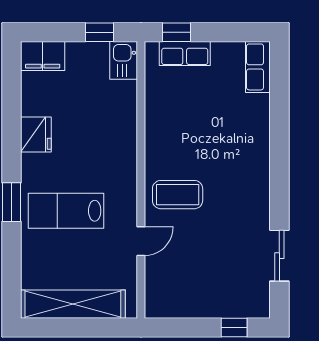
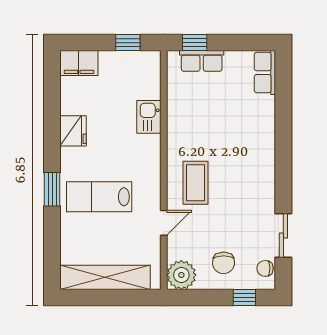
kitchen sink: (124, 60) -> (149, 117), moved
coffee table: (178, 195) -> (195, 183), turned 90
chair: (210, 287) -> (224, 263), added
chair: (258, 294) -> (265, 268), added
plant: (161, 301) -> (181, 275), added

